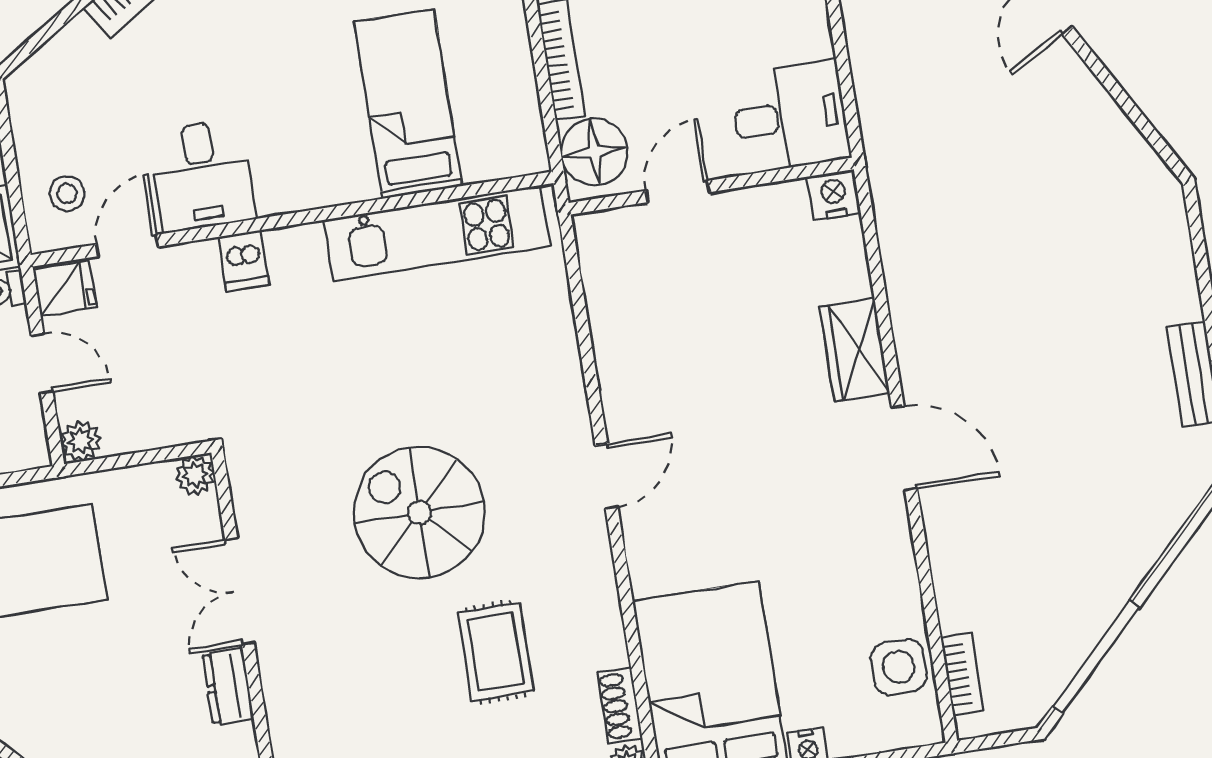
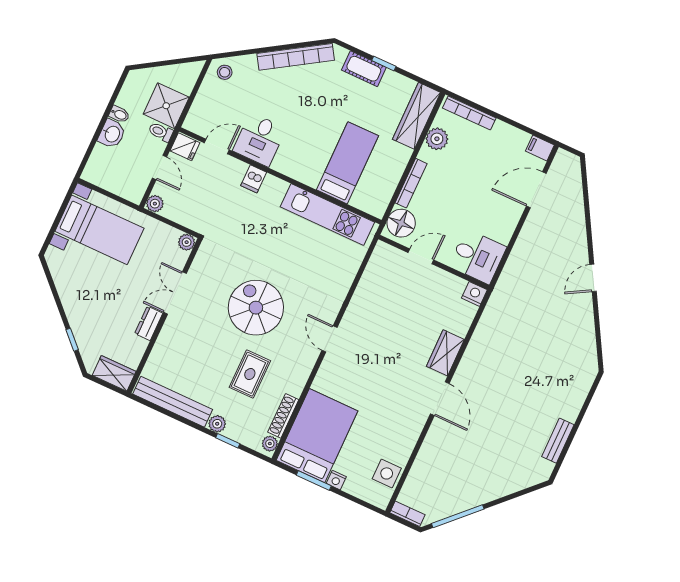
stool: (67, 194) -> (225, 72), moved
door: (606, 476) -> (330, 339), swing flipped
bookcase: (962, 674) -> (407, 514), moved, turned -90
shoe rack: (620, 706) -> (283, 416), width x1.43

